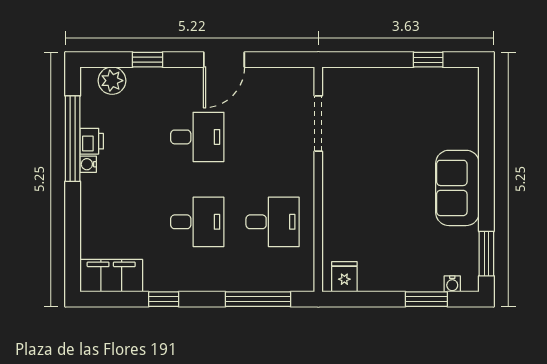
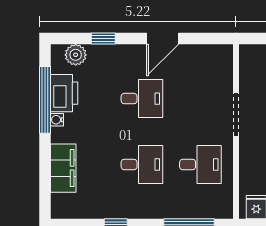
doorway: (318, 123) -> (236, 114), moved
printer: (92, 141) -> (64, 93), width x1.87, depth x1.48
filing cabinet: (111, 276) -> (63, 168), moved, turned 90

